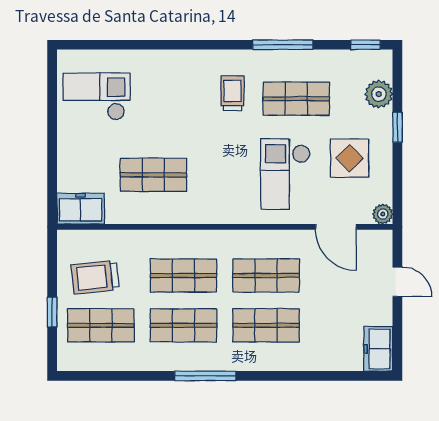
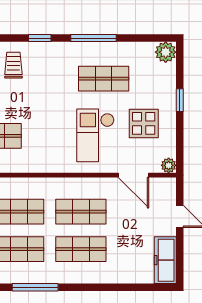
window: (365, 45) -> (40, 38), moved
trolley: (232, 93) -> (13, 65), moved
plant: (379, 94) -> (166, 52), moved
freezer: (378, 349) -> (165, 260), width x1.40

